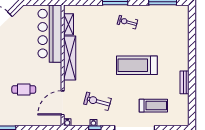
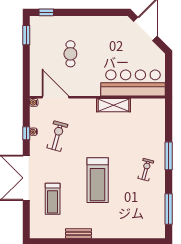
shelving: (69, 24) -> (143, 104), removed
shelving: (70, 58) -> (113, 105), width x0.68
treadmill: (137, 65) -> (98, 180), turned 180

